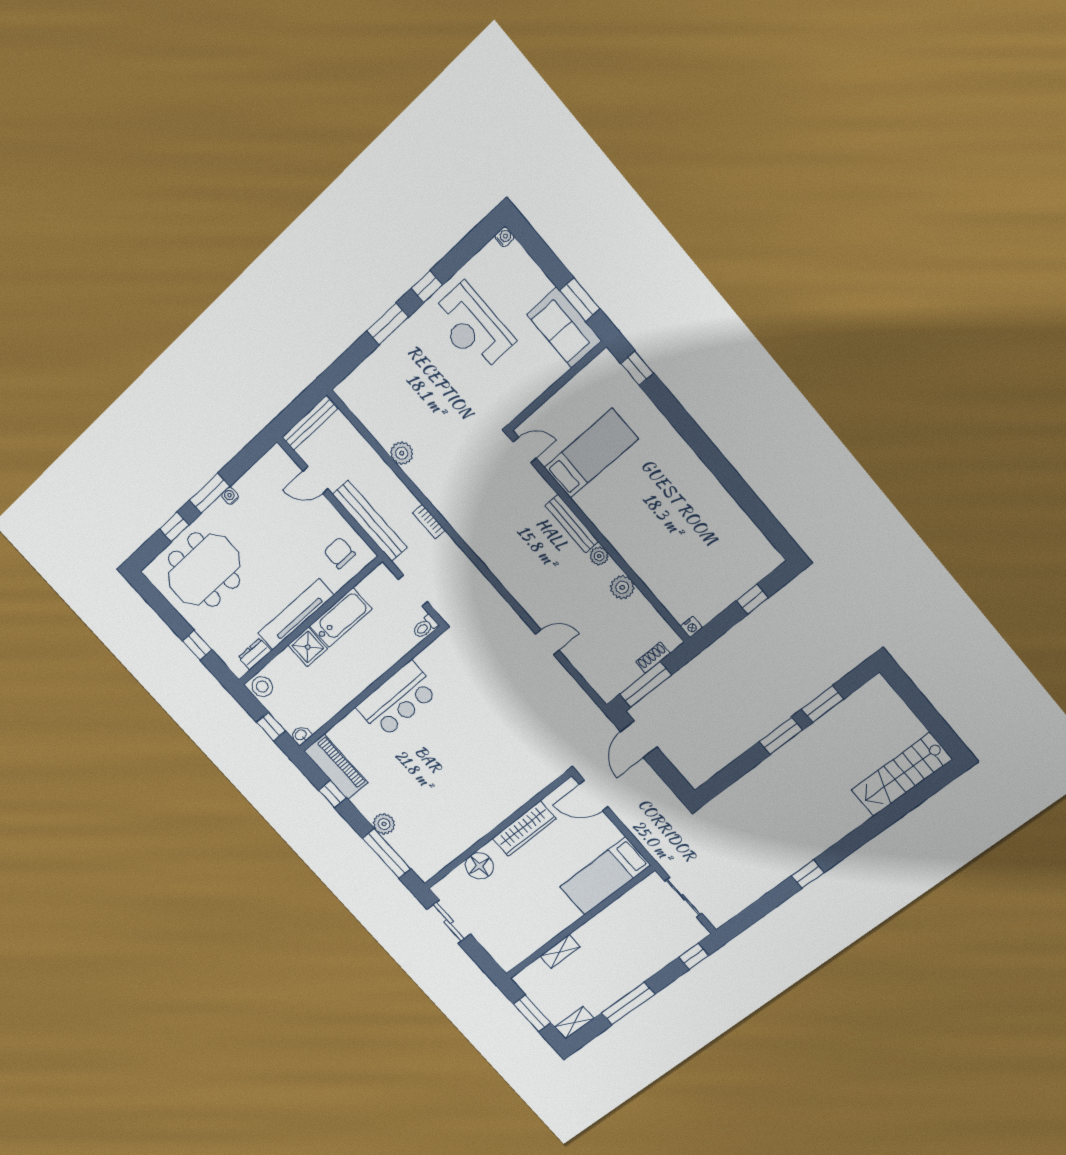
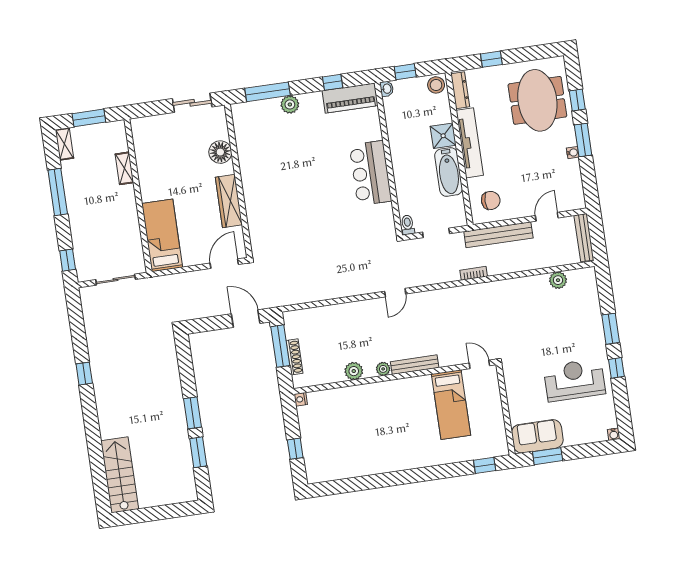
door: (525, 450) -> (479, 364), swing flipped
plant: (402, 453) -> (558, 280), moved
door: (547, 642) -> (395, 293), moved
dresser: (255, 654) -> (460, 90), width x1.44
shoe rack: (653, 658) -> (295, 357), width x1.43

